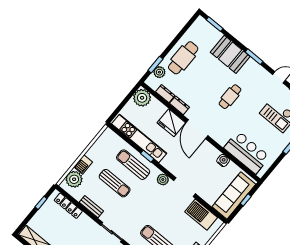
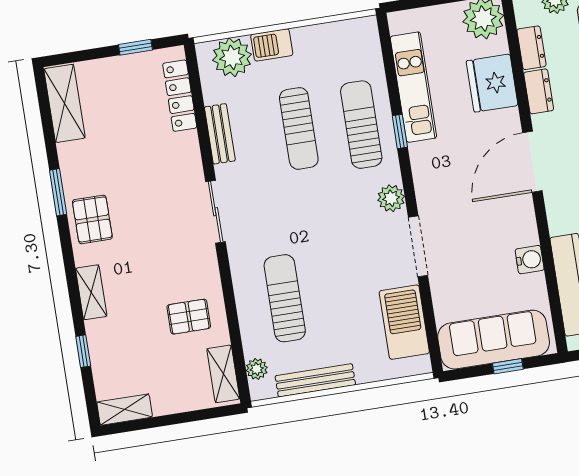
fridge: (171, 123) -> (492, 83), moved
kitchen unit: (139, 139) -> (413, 87), width x0.73

